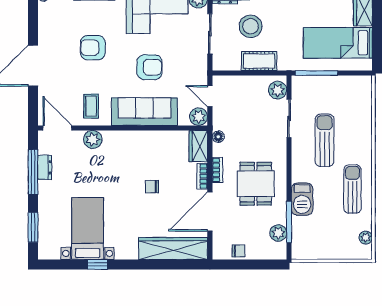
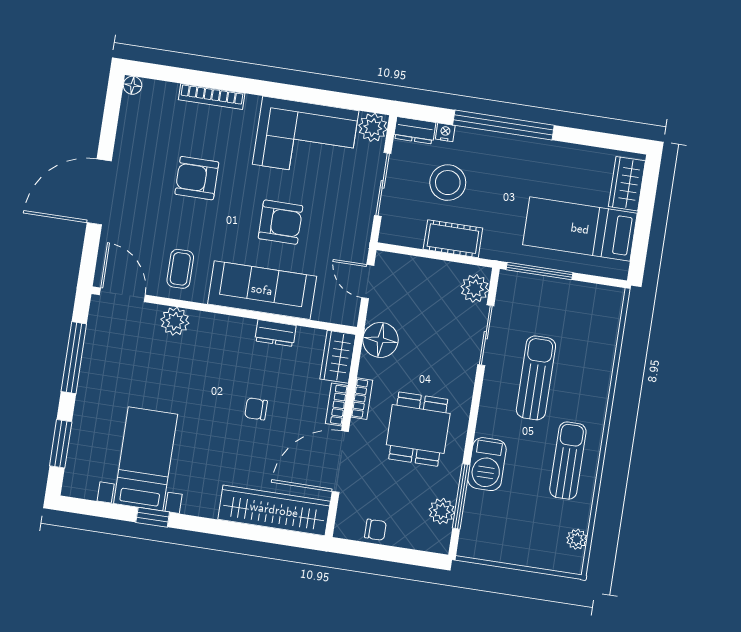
plant: (199, 117) -> (345, 311), removed
floor lamp: (218, 137) -> (380, 340), width x1.89, depth x1.89
dresser: (45, 167) -> (276, 333), moved, turned 90

